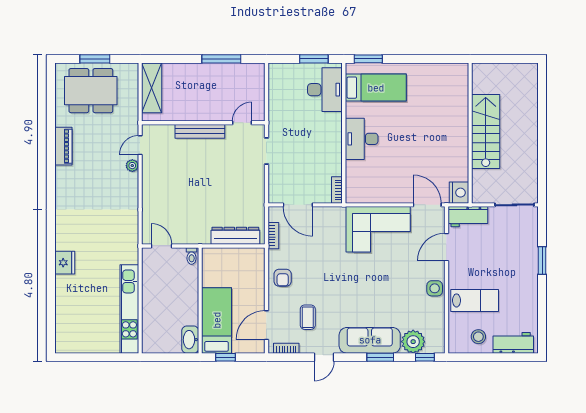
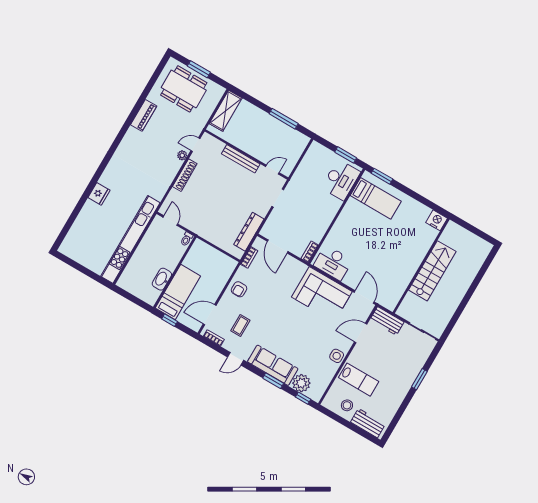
desk: (362, 139) -> (333, 263), moved, turned -90
shoe rack: (148, 186) -> (185, 175), added
nightstand: (459, 193) -> (437, 220), moved, turned -90
dresser: (235, 236) -> (249, 232), moved, turned -90
kitchen unit: (129, 309) -> (130, 239), width x1.36
washbasin: (190, 340) -> (162, 279), moved

